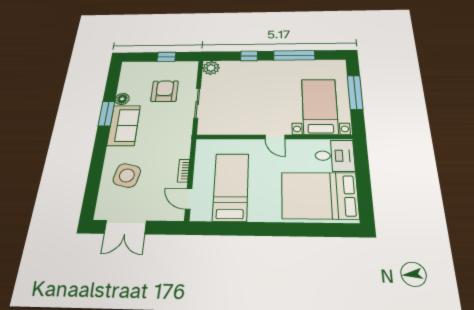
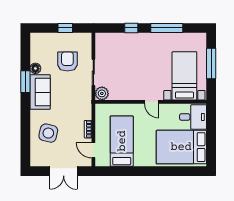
plant: (211, 68) -> (102, 93), moved
double door: (125, 227) -> (64, 171), moved

